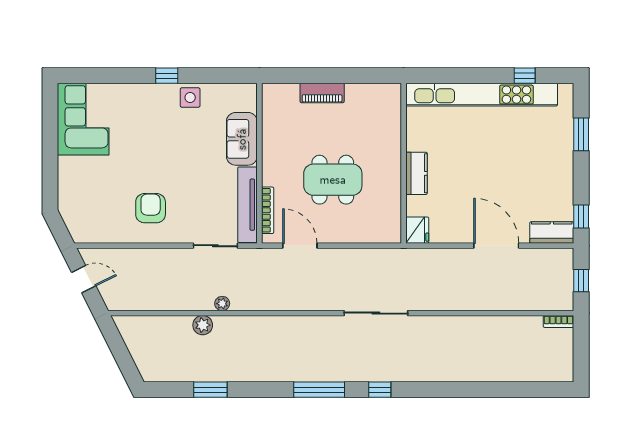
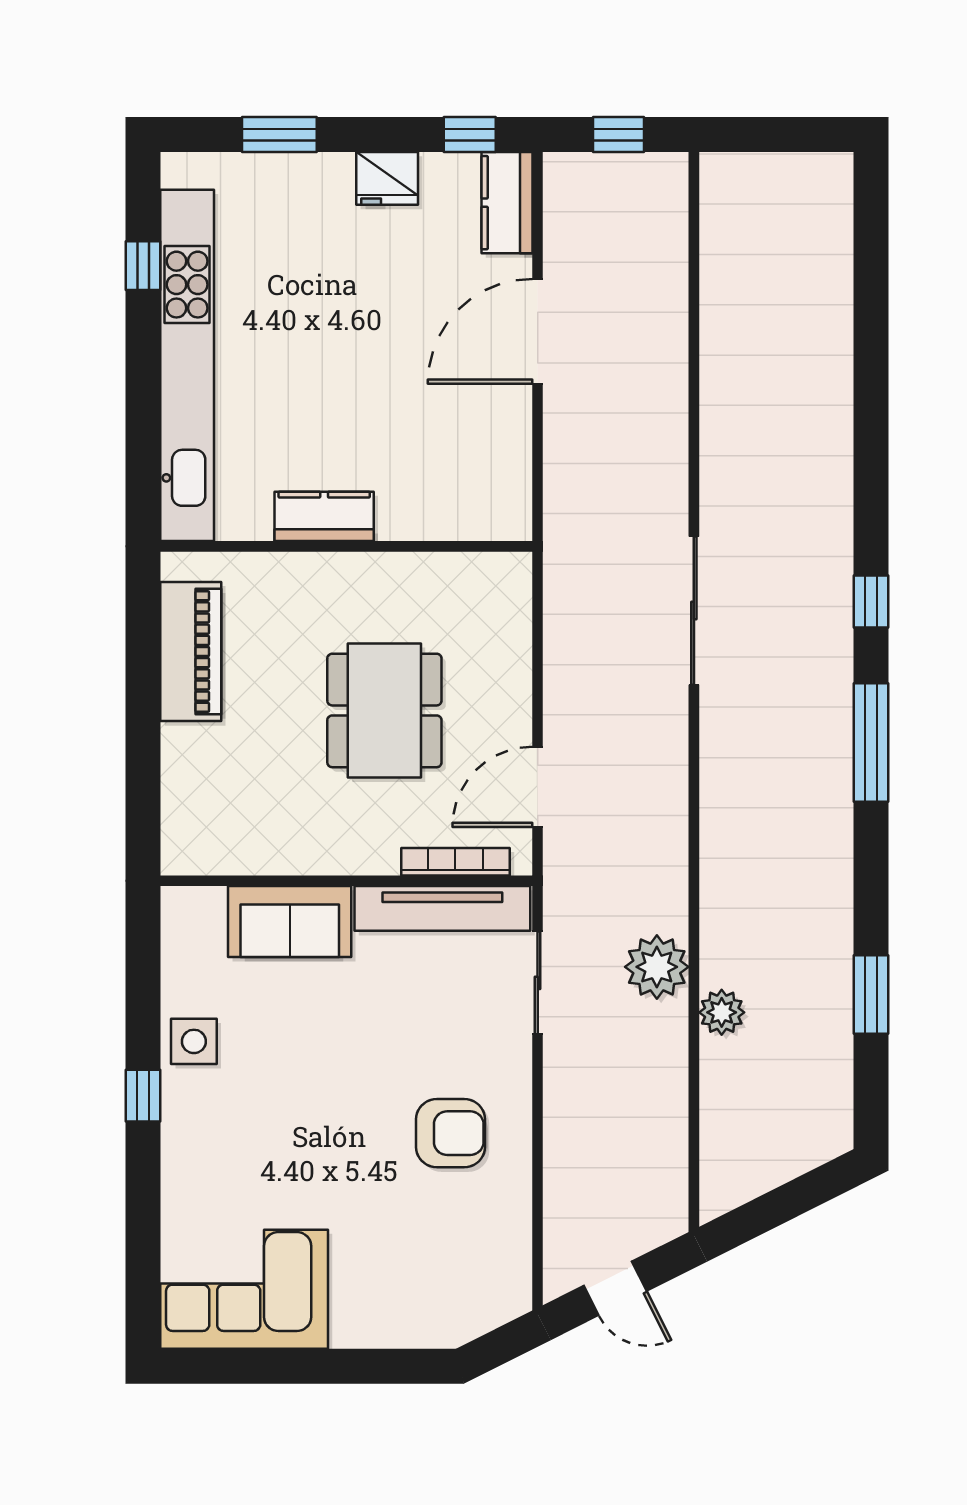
piano: (322, 93) -> (191, 652), moved, width x1.37, depth x1.33
kitchen counter: (417, 173) -> (324, 516), moved
armchair: (151, 208) -> (451, 1133), turned 180
fridge: (417, 230) -> (387, 178), moved, turned 180
door: (84, 279) -> (615, 1288), swing flipped
plant: (222, 304) -> (657, 967), width x1.88, depth x1.88
bookcase: (558, 321) -> (713, 187), removed

